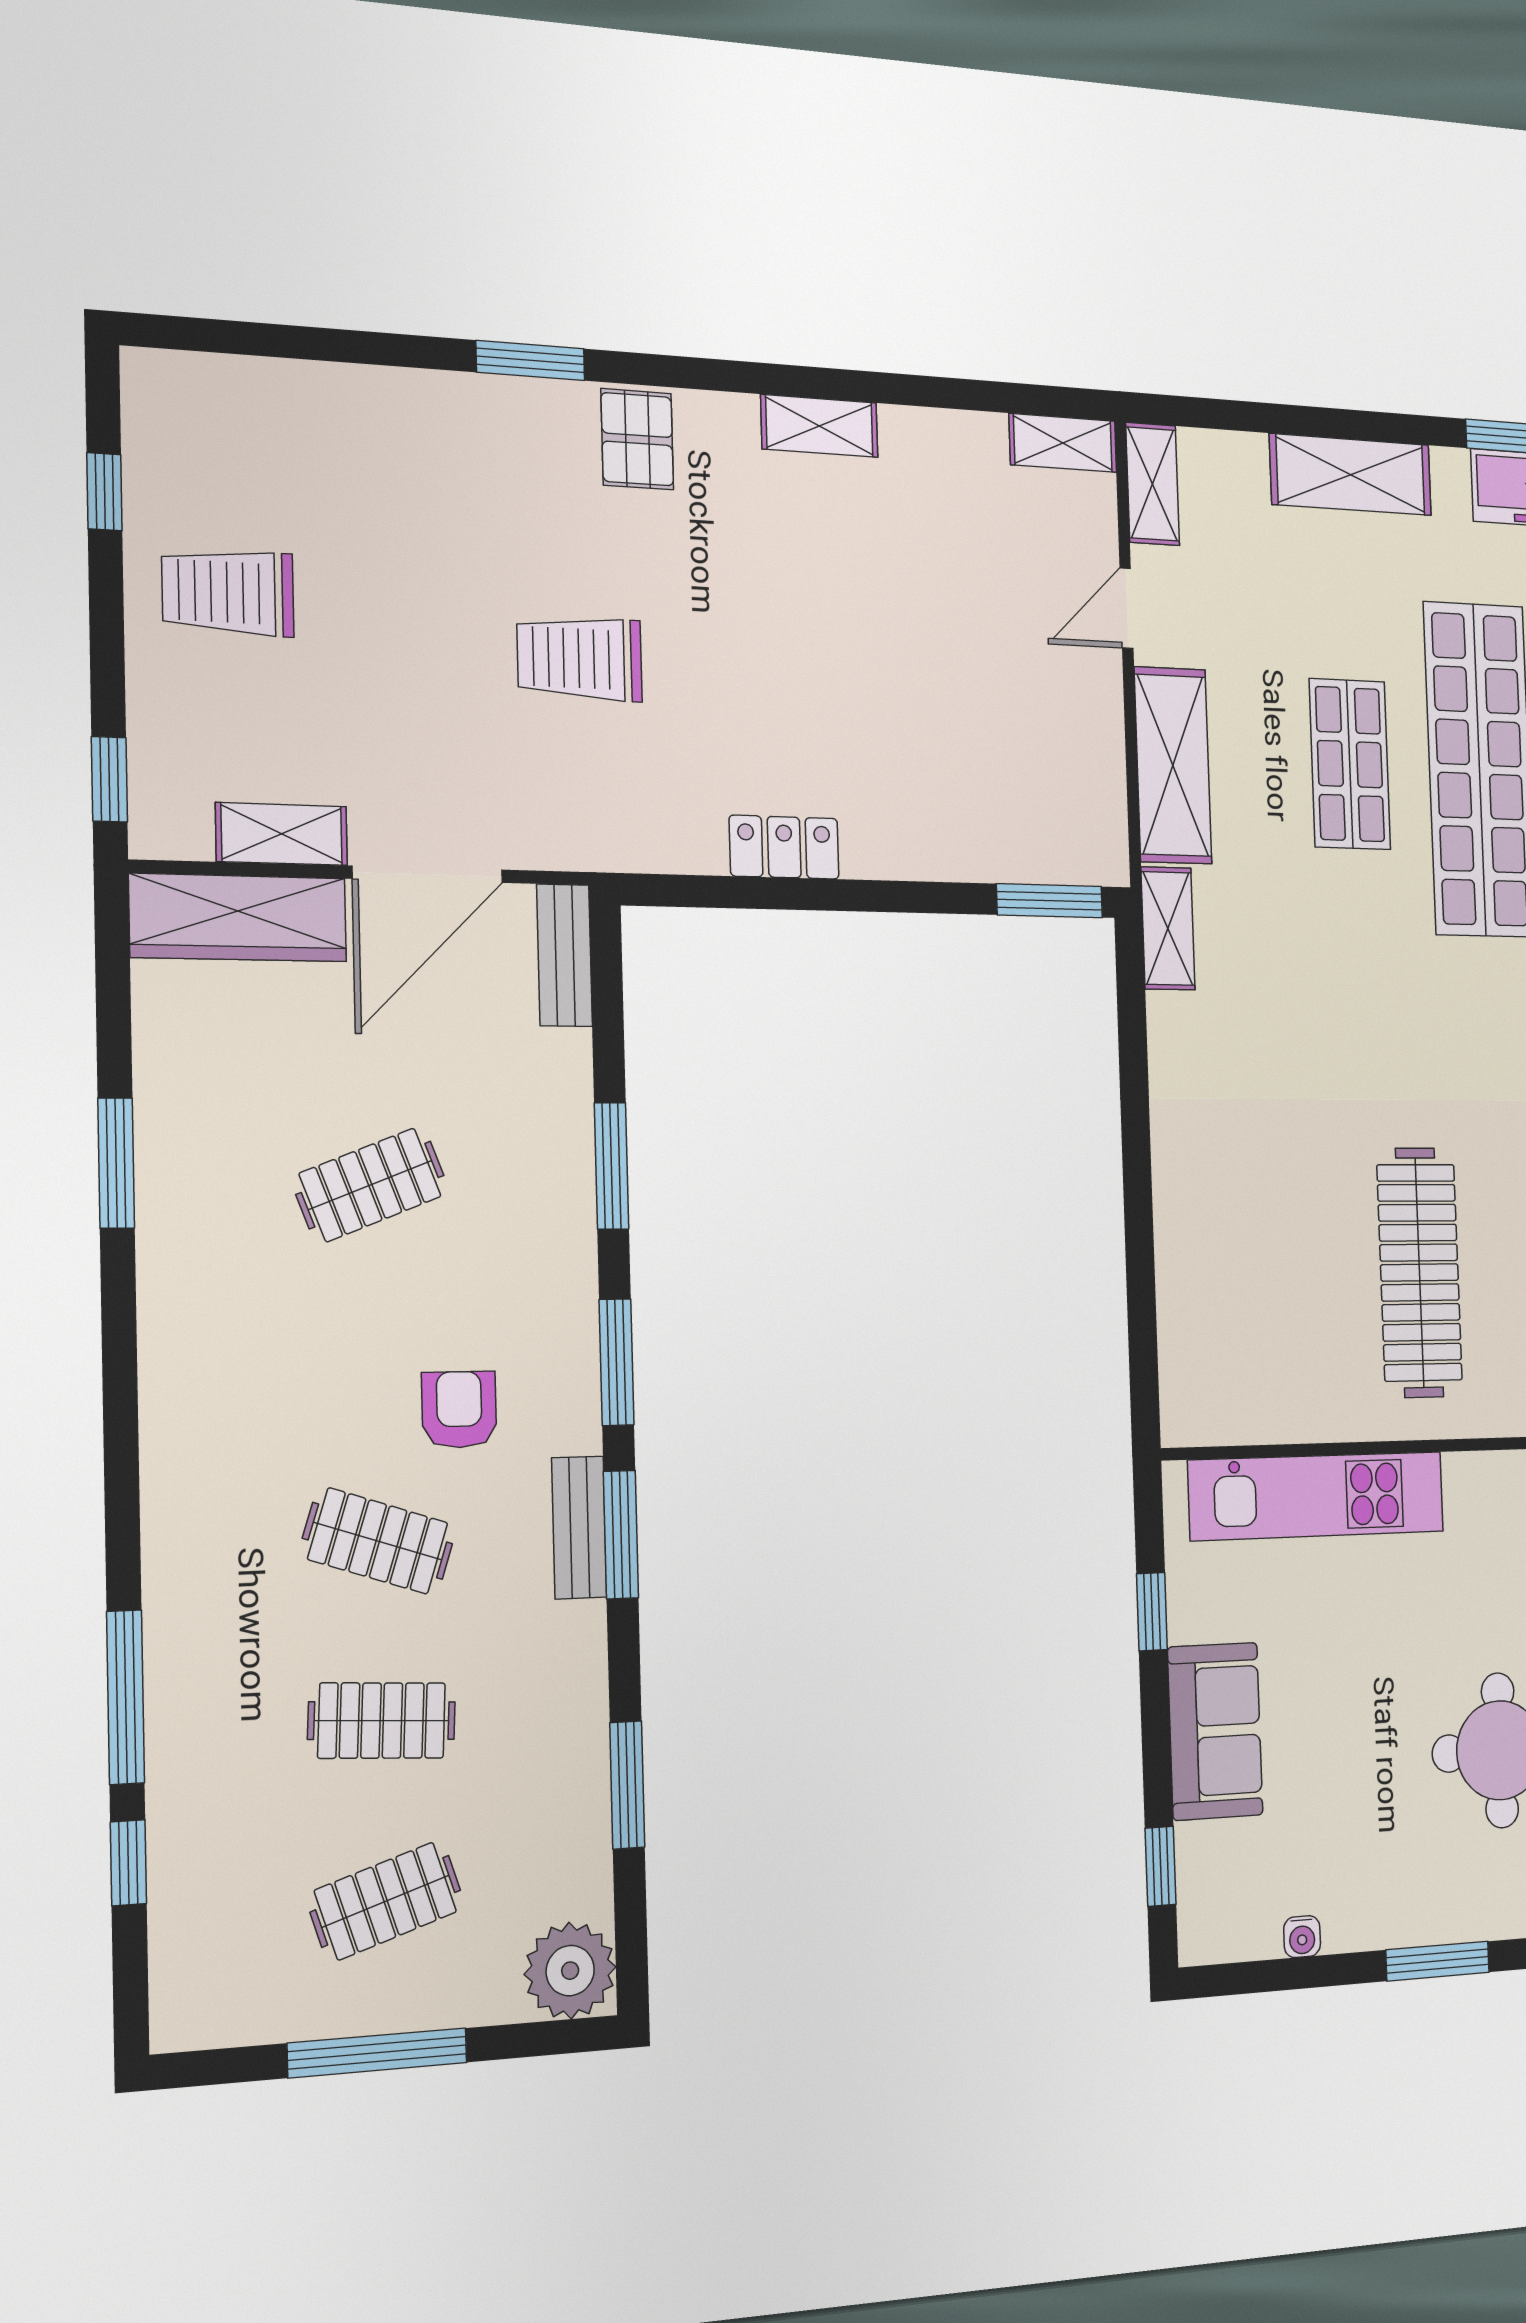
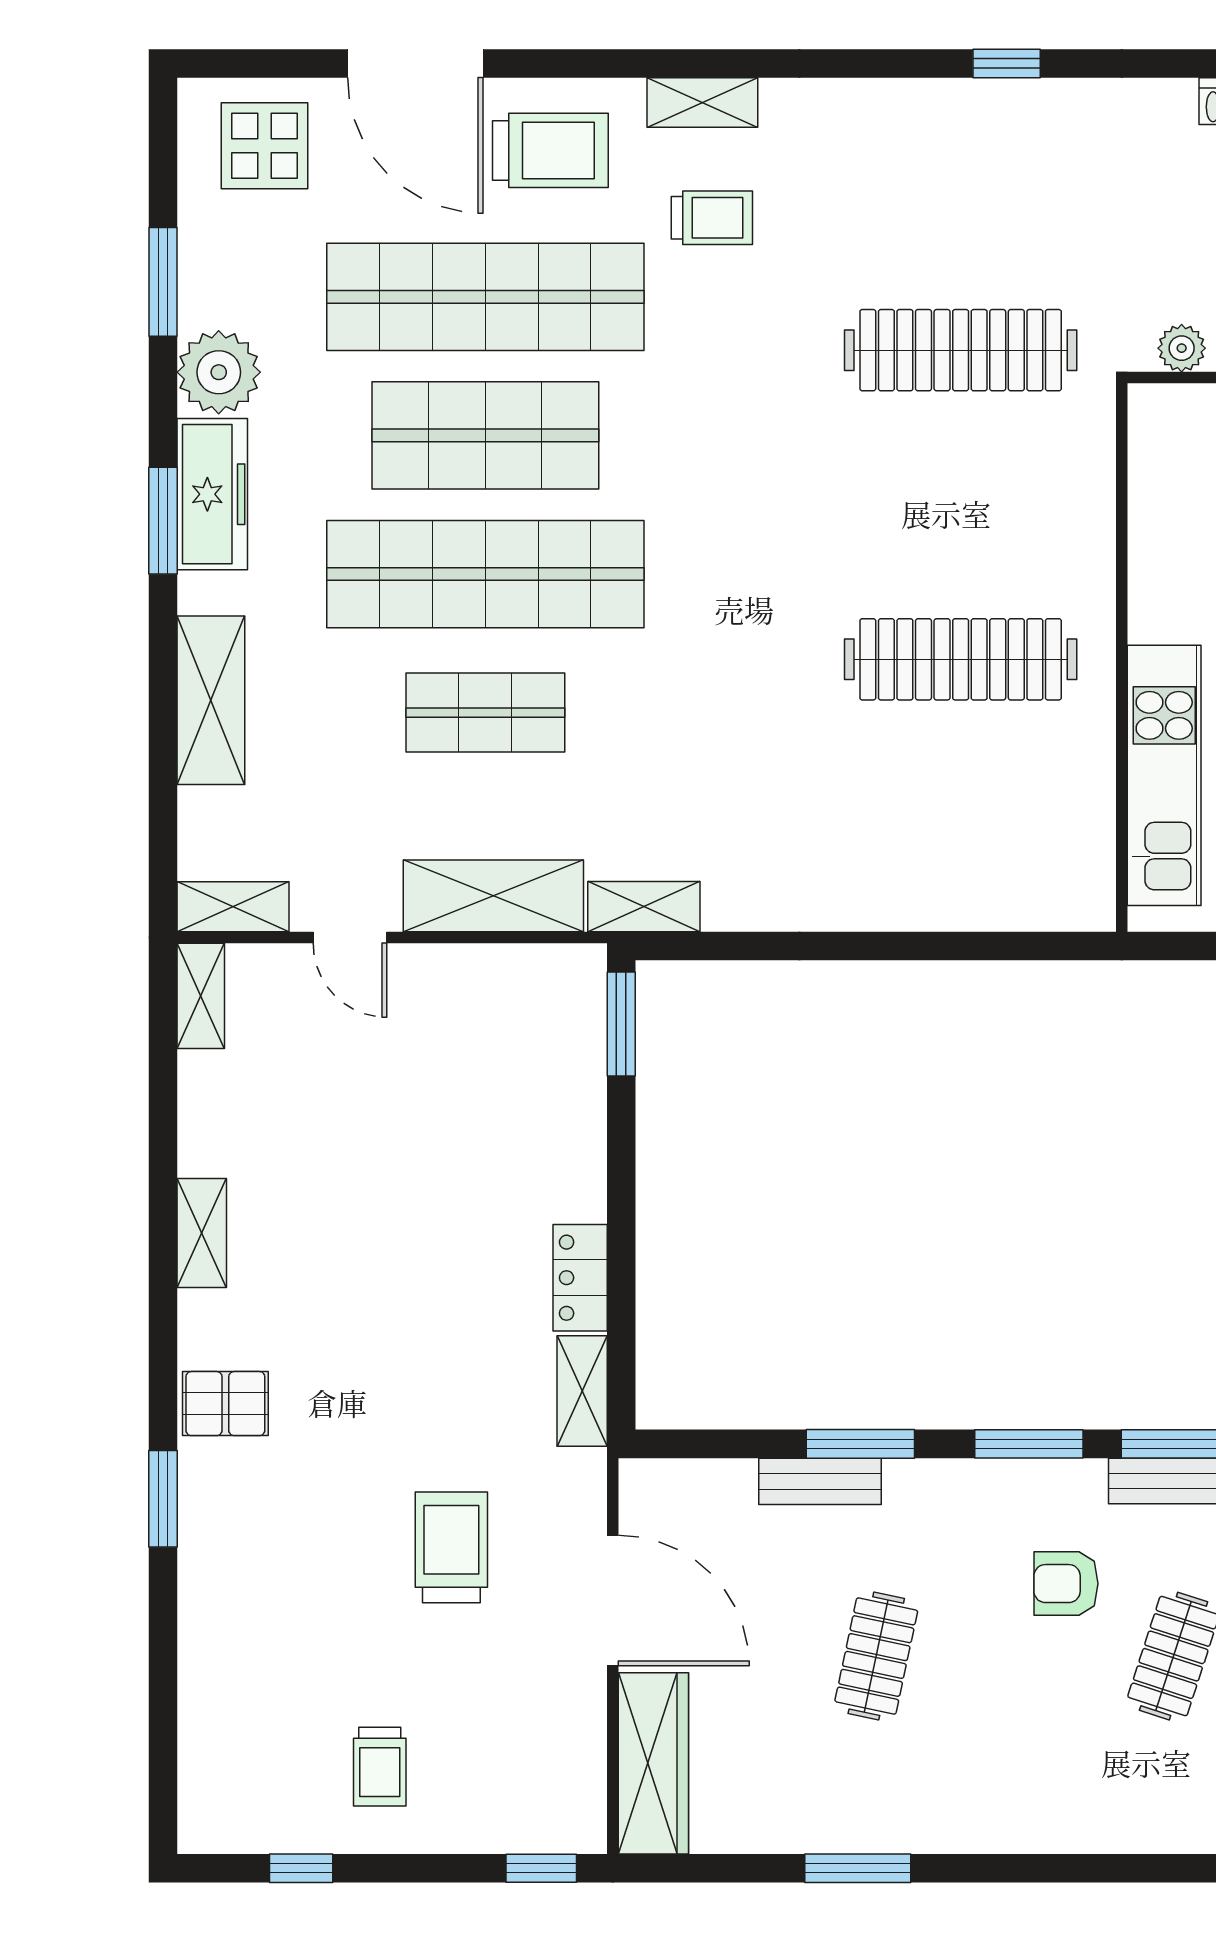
trolley: (228, 592) -> (380, 1767), width x0.73, depth x0.72
trolley: (580, 658) -> (451, 1547), moved, turned 180
shelving: (282, 834) -> (582, 1391), moved
bench: (564, 955) -> (820, 1481), moved
clothes rail: (370, 1185) -> (876, 1656), turned 33

